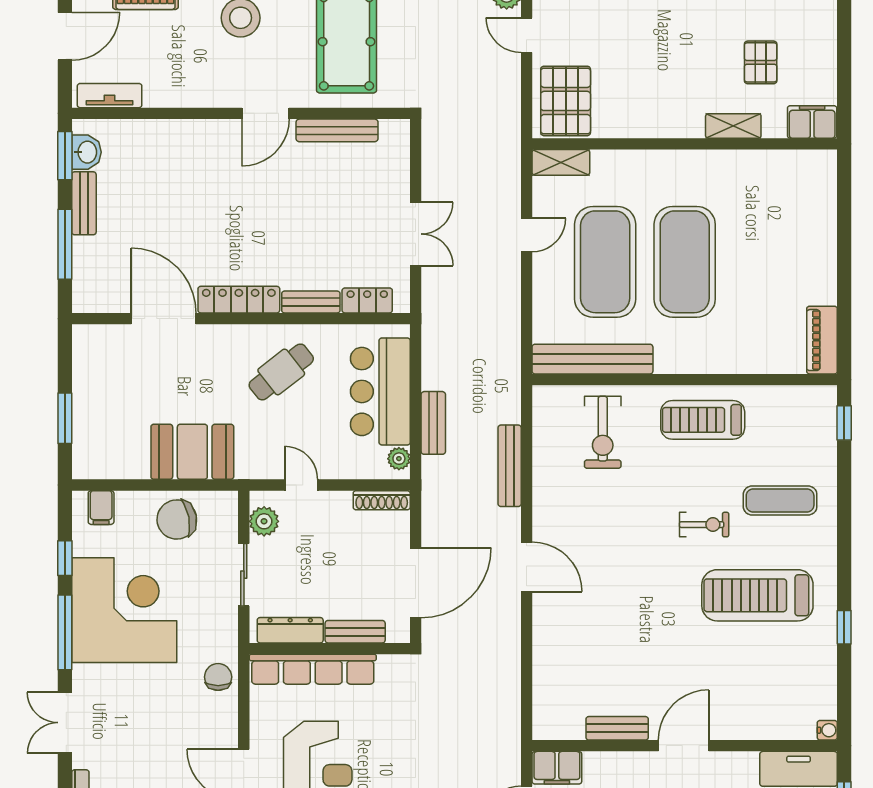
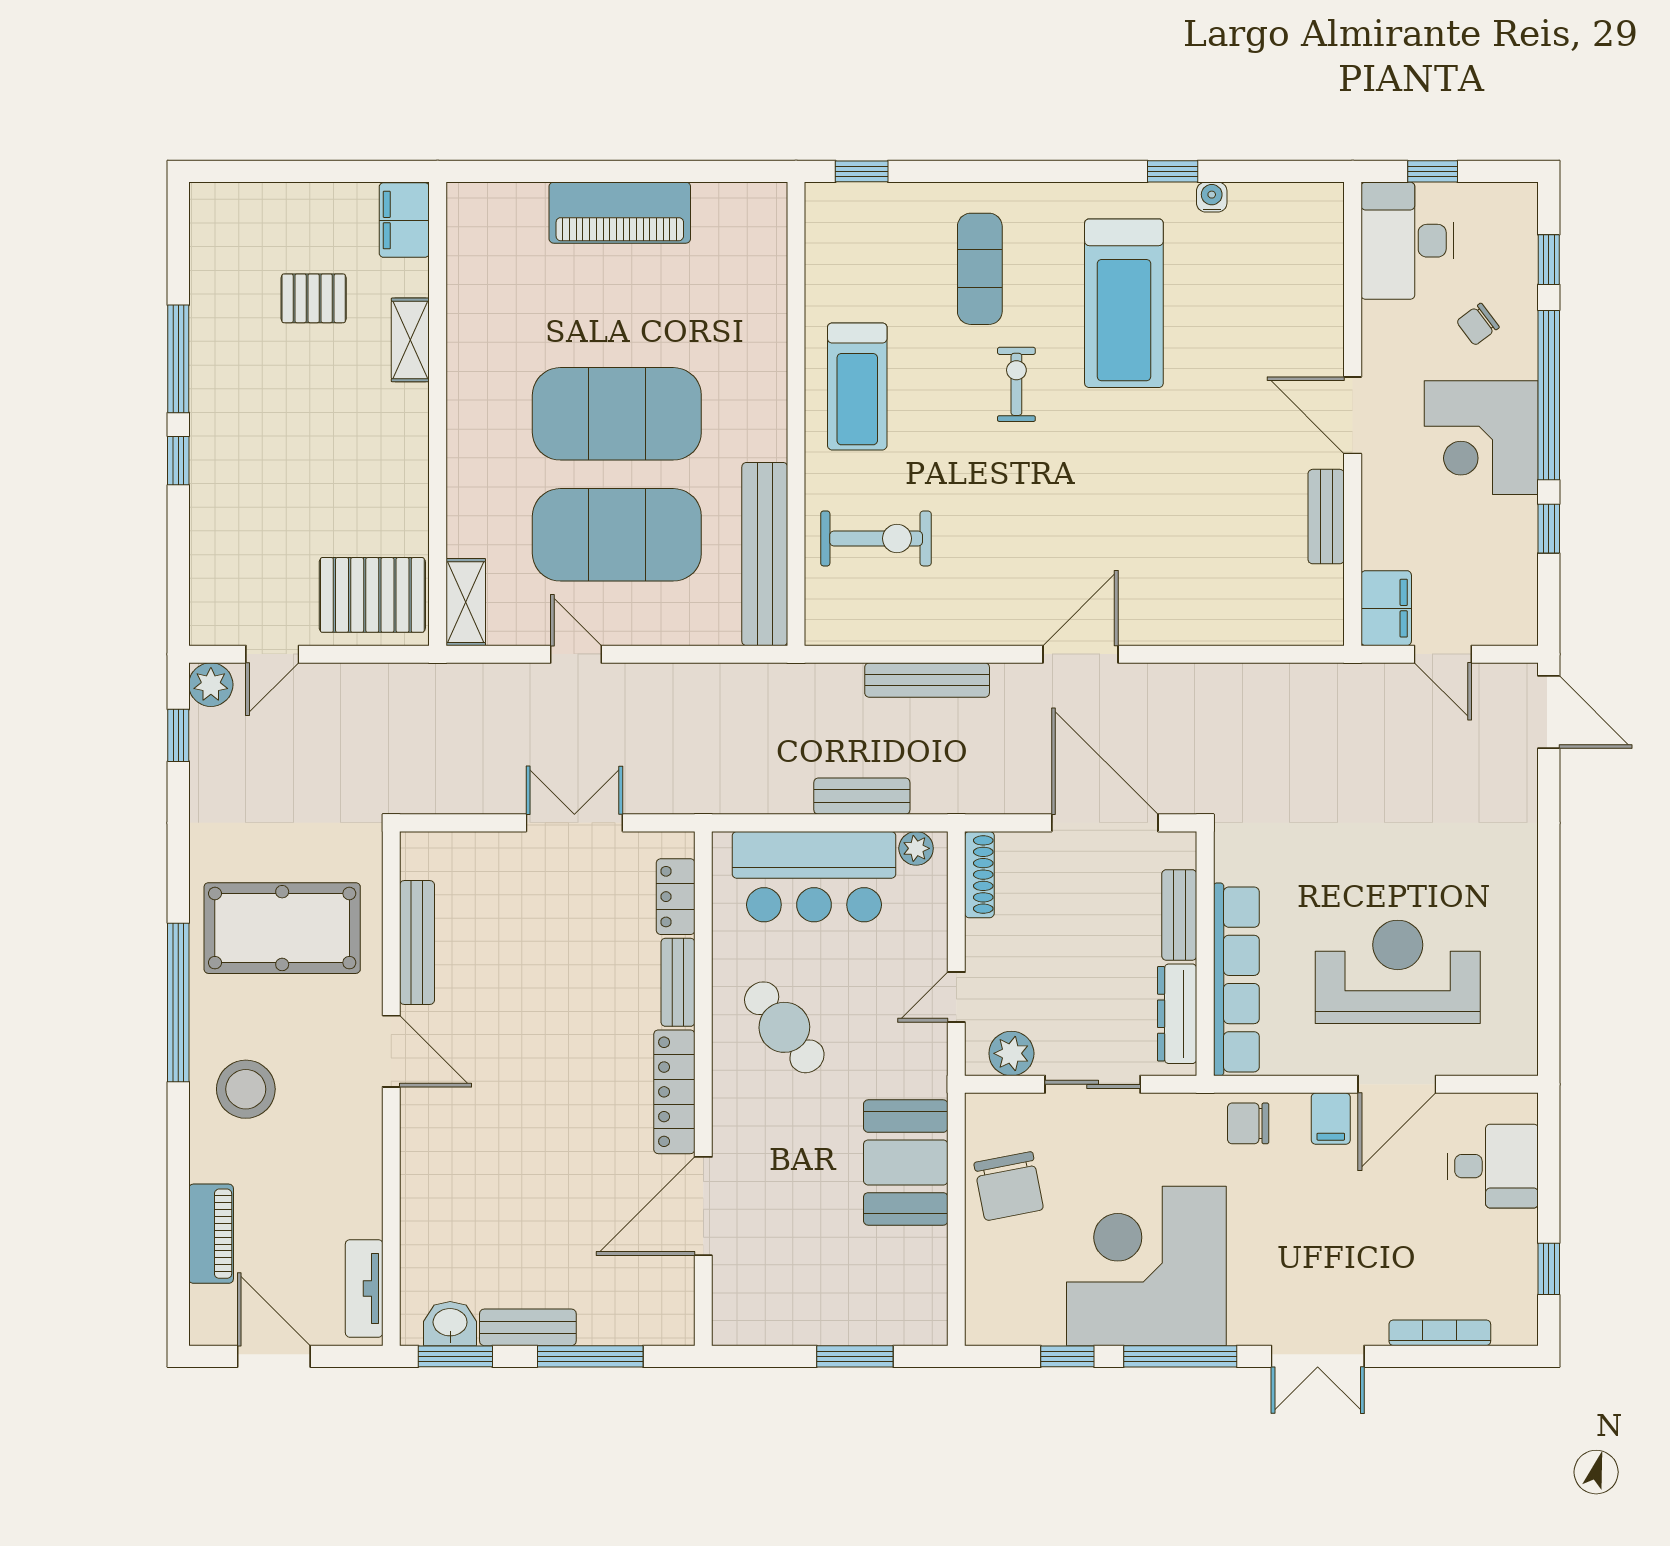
piano: (822, 340) -> (620, 213), moved, width x1.37, depth x1.33
filing cabinet: (101, 508) -> (1331, 1119), moved, turned 90
water cooler: (827, 730) -> (1212, 197), moved

